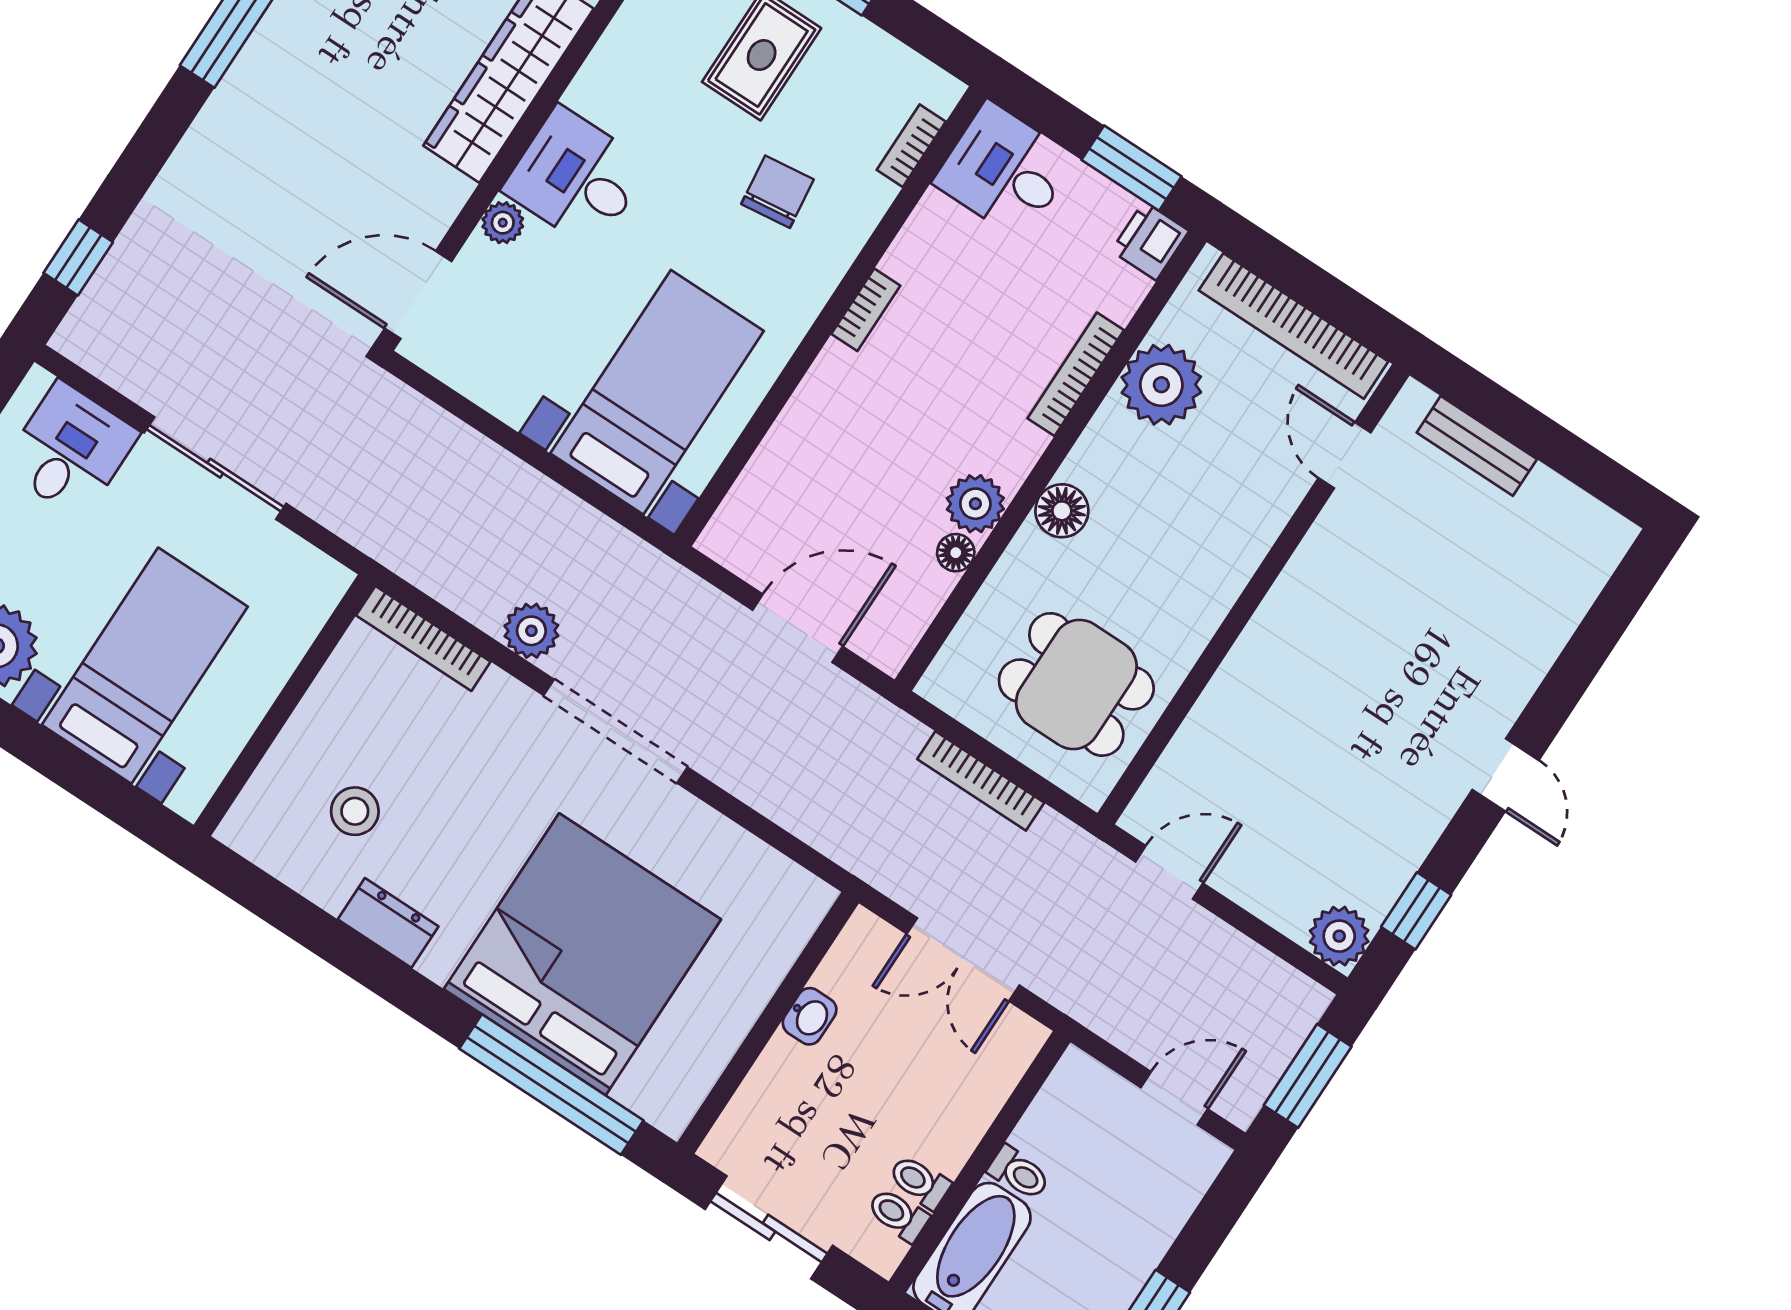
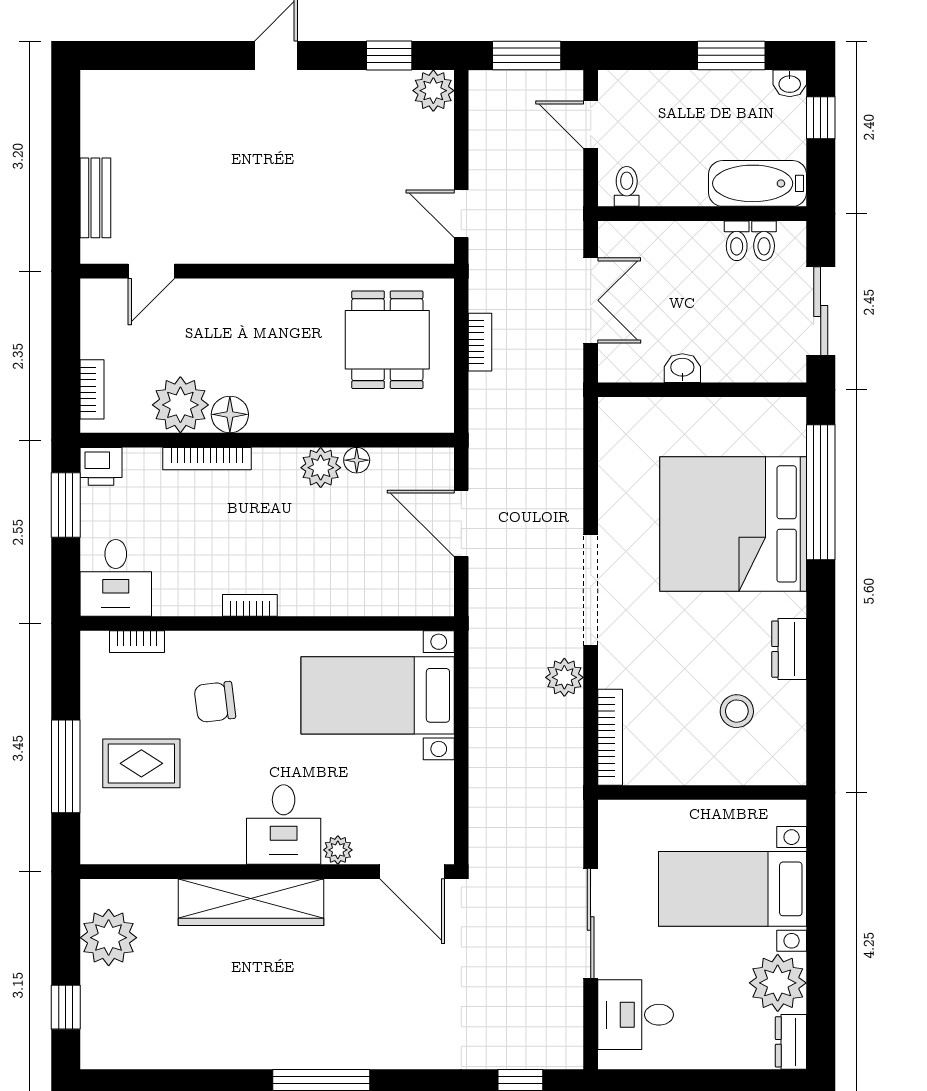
bookcase: (1294, 326) -> (92, 389), width x0.43, depth x0.76
floor lamp: (1062, 511) -> (230, 414), moved
bookcase: (981, 781) -> (480, 342), width x0.64
toilet: (1019, 1173) -> (627, 186), moved

